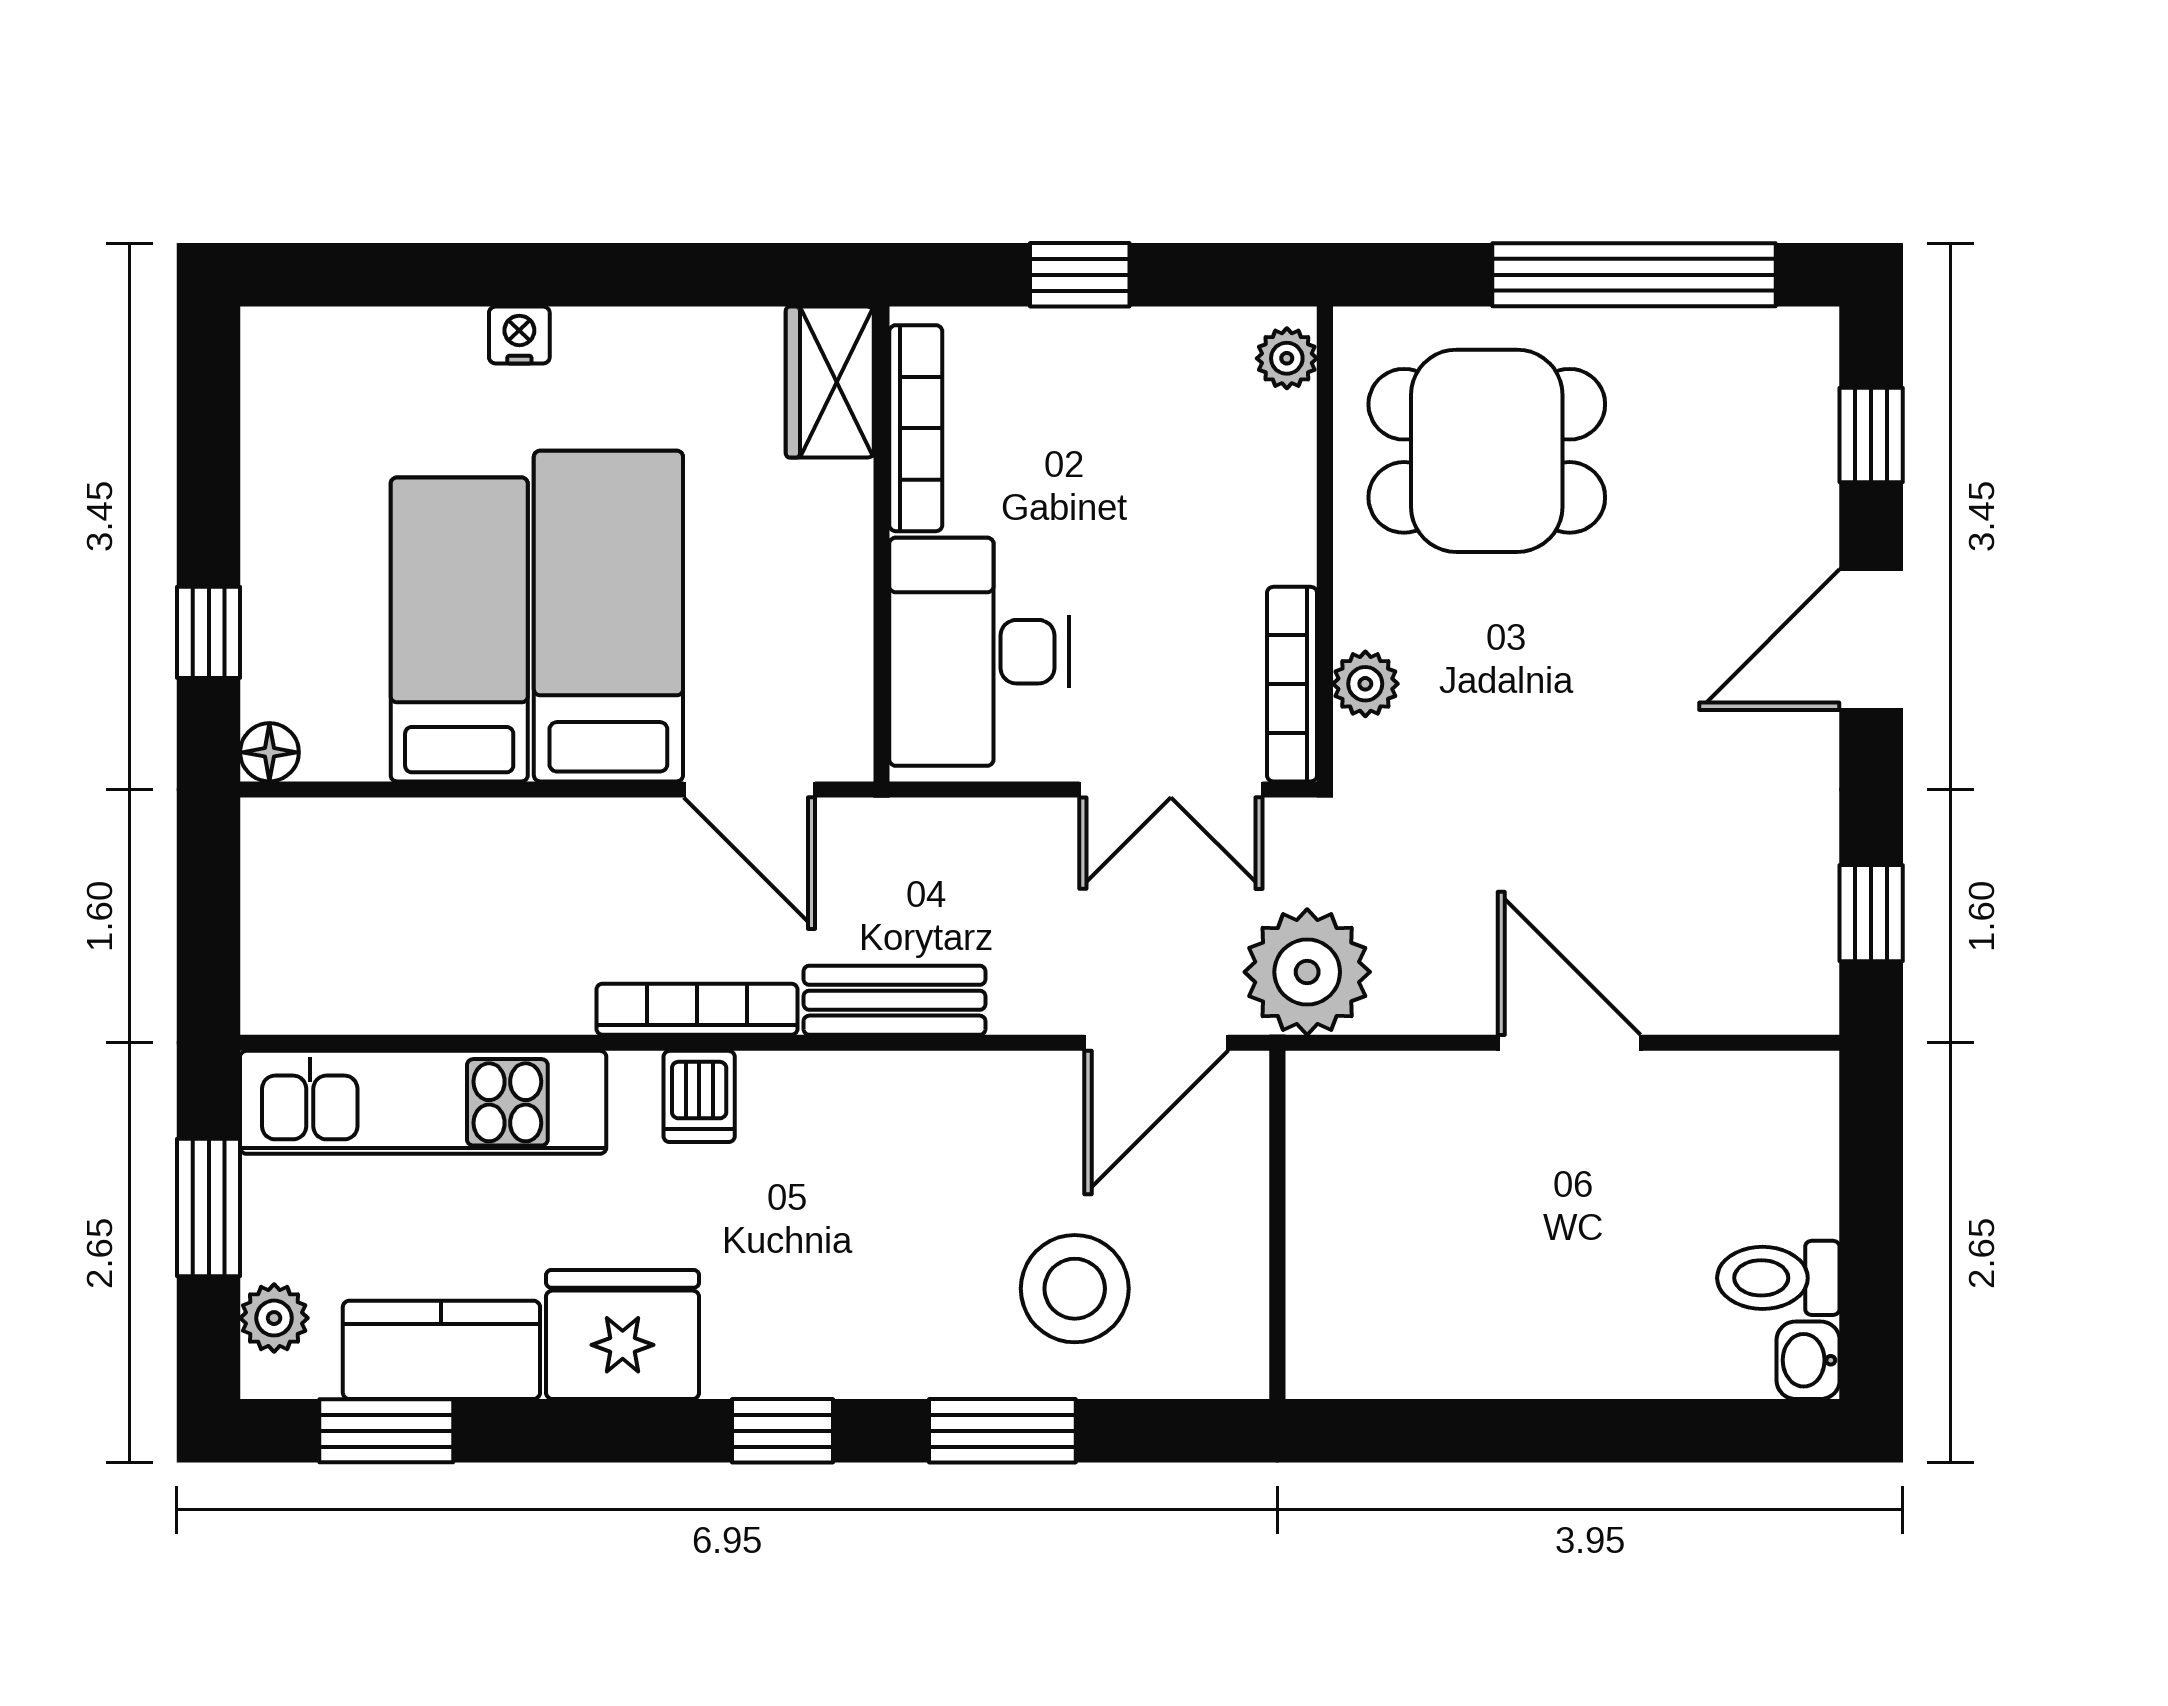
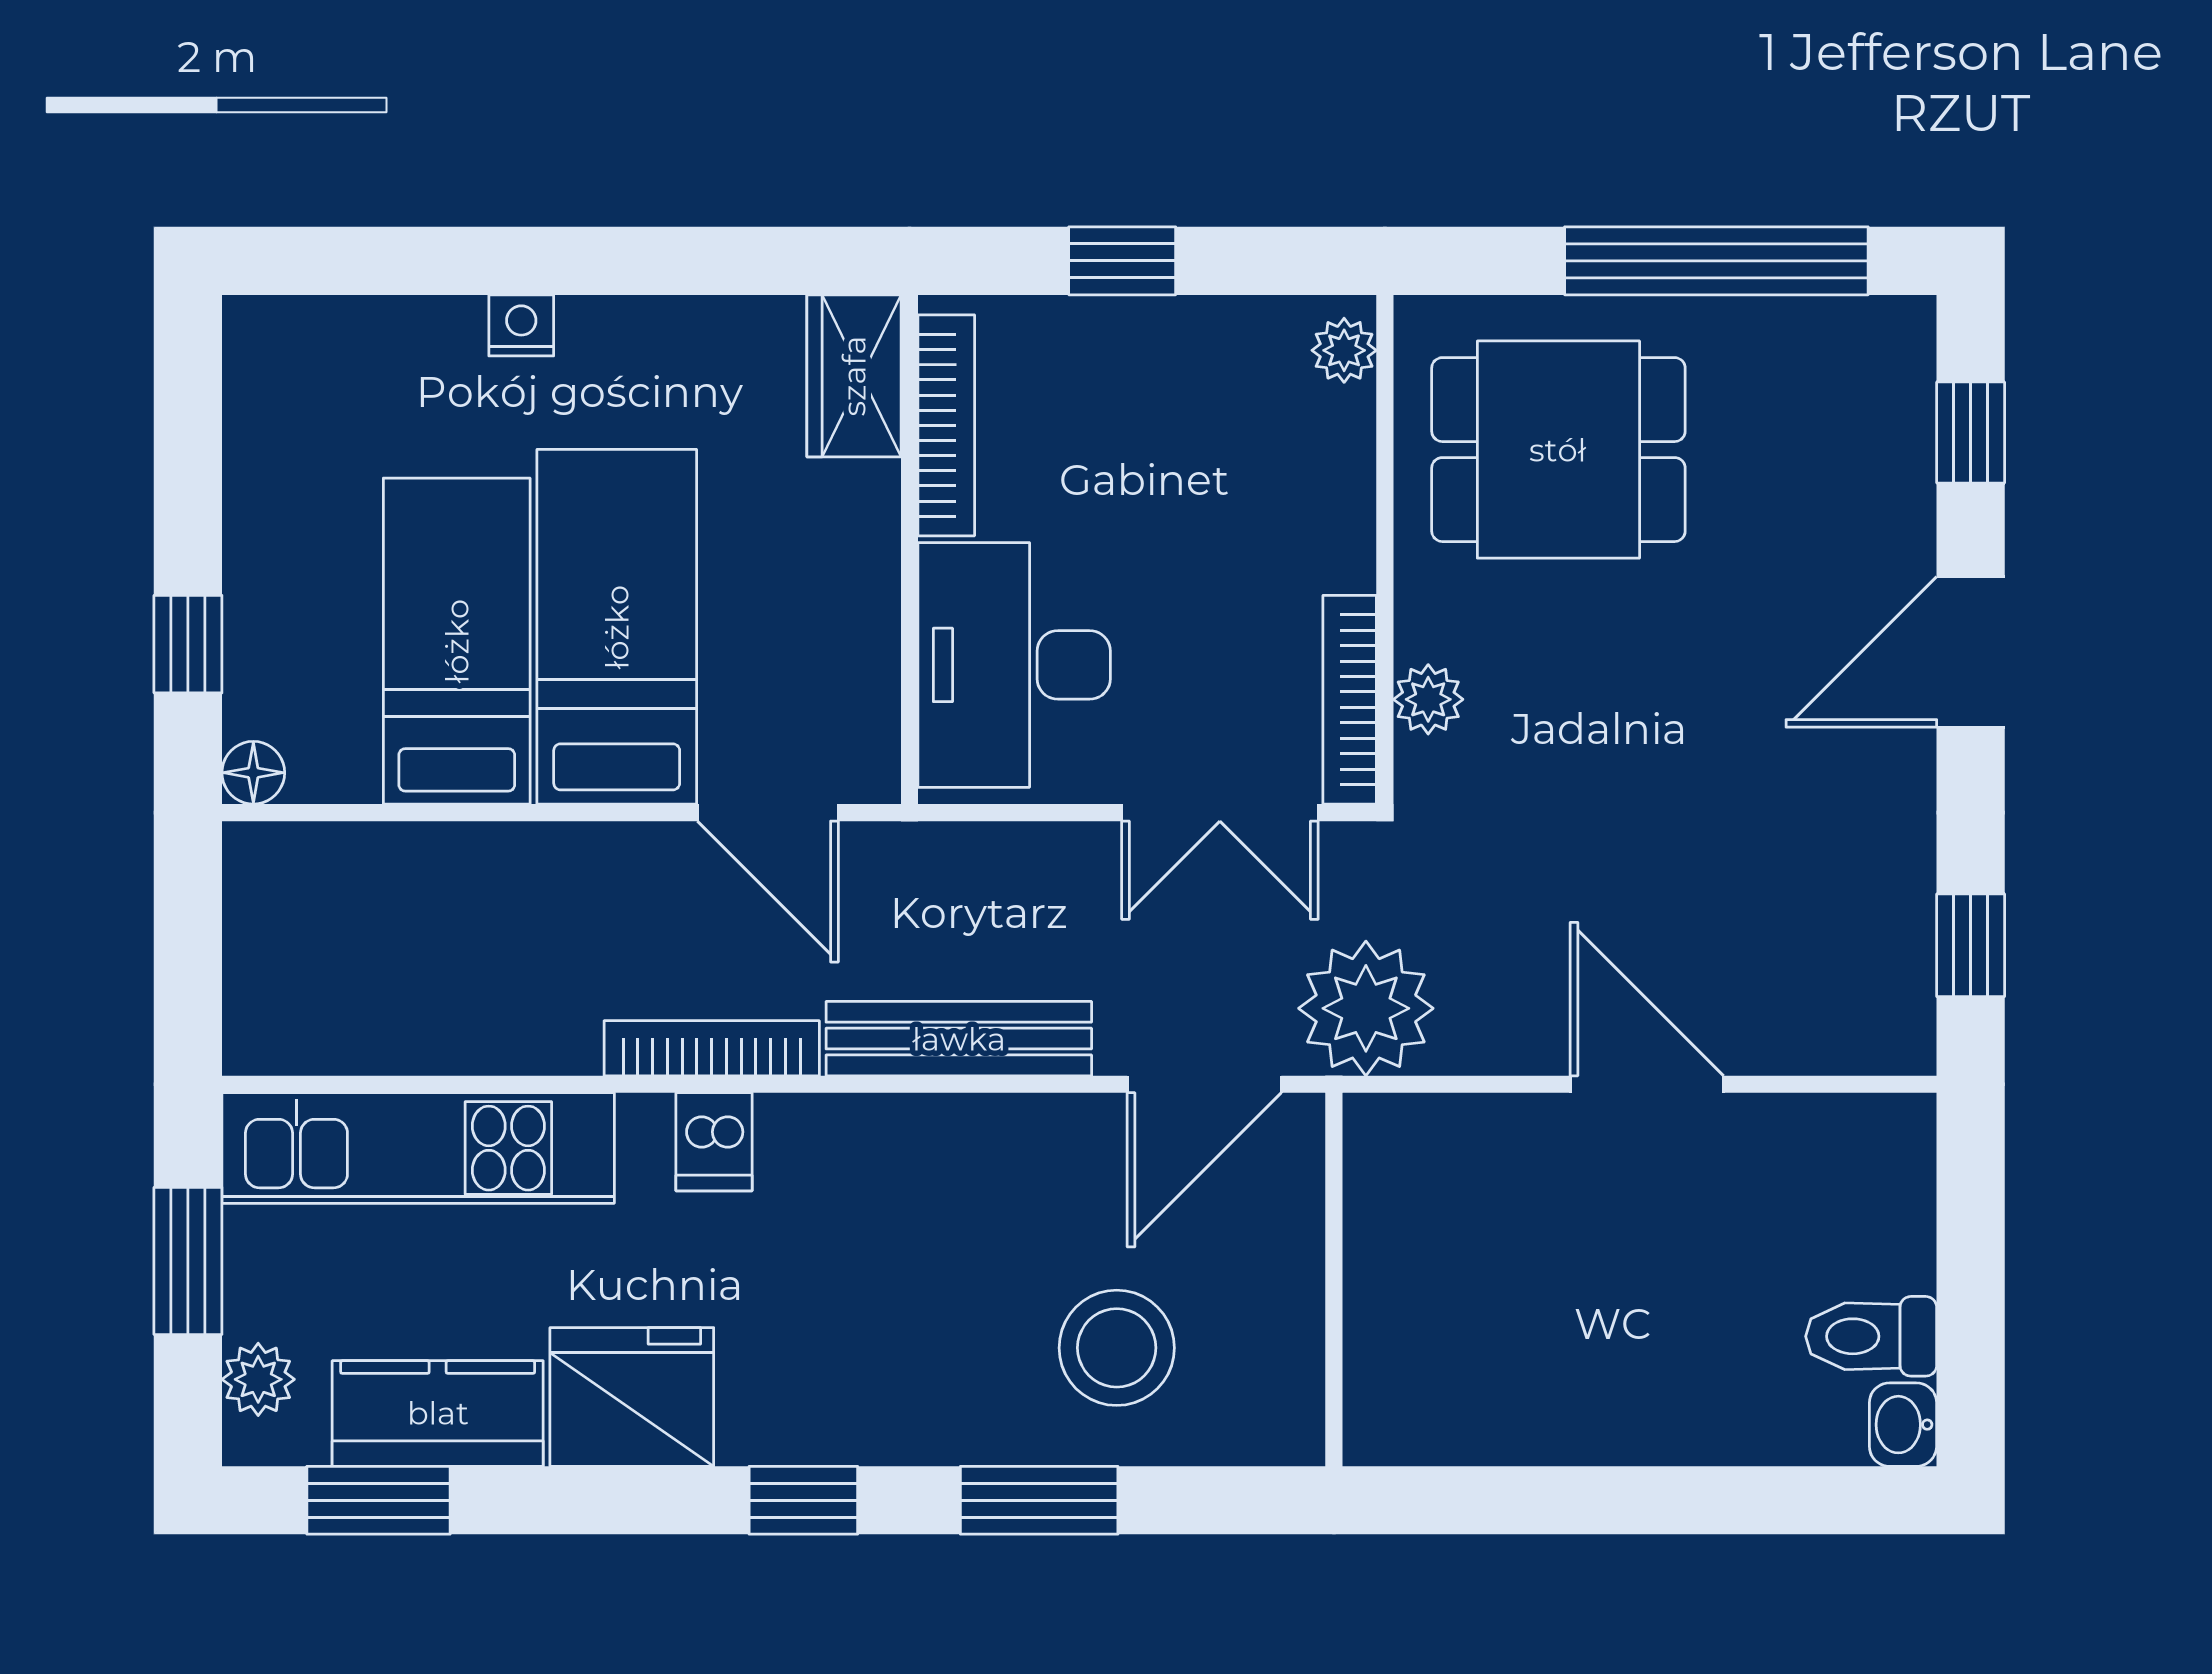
bench: (894, 1000) -> (959, 1039), width x1.36

